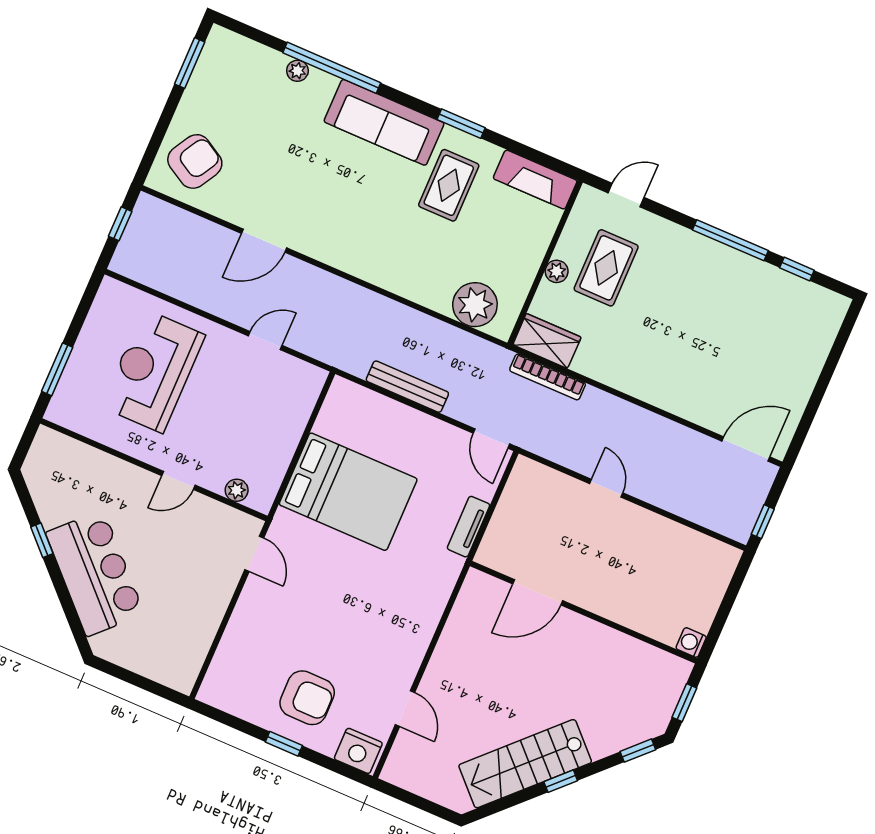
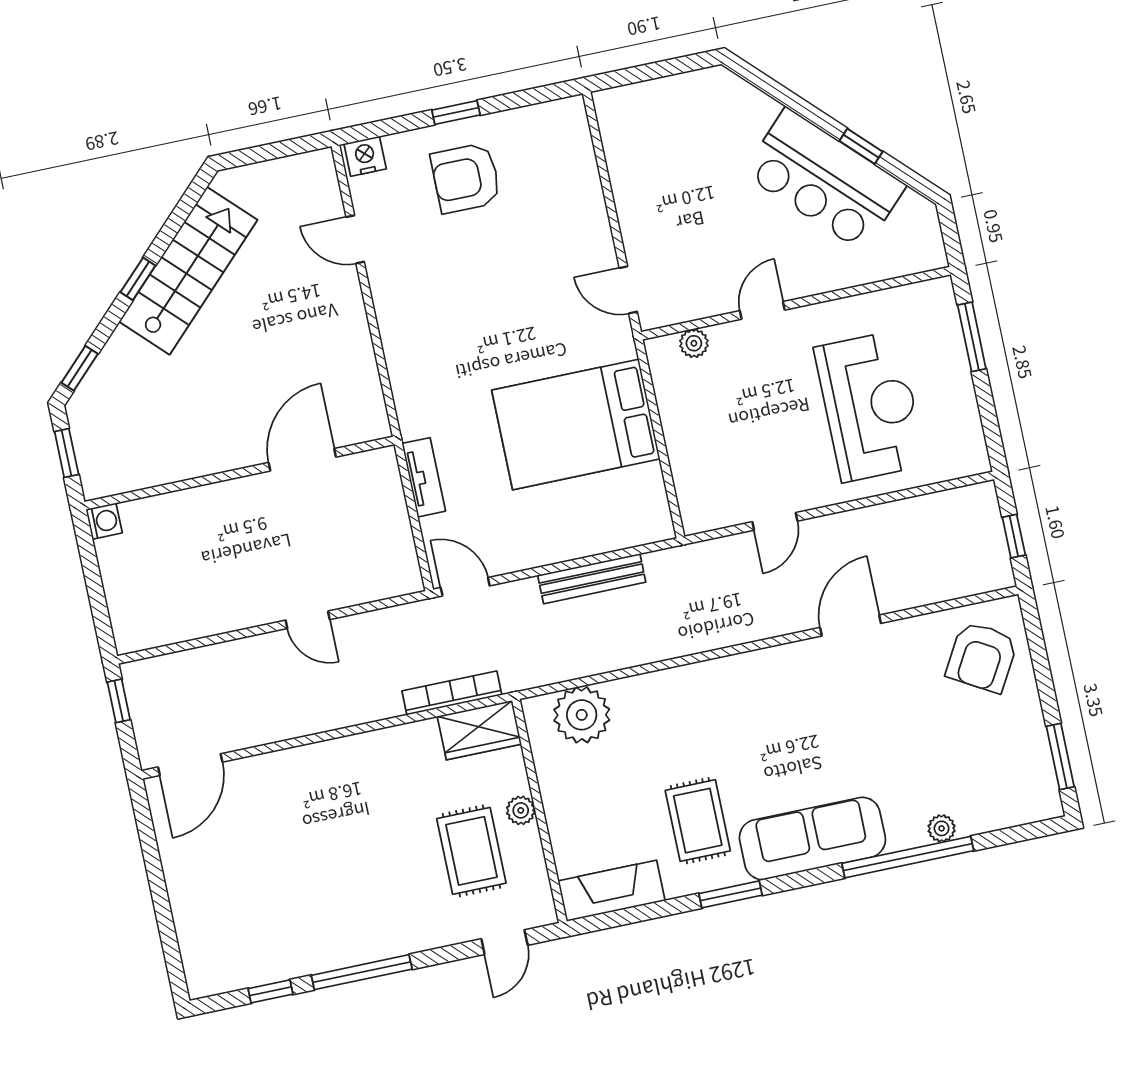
bar counter: (95, 573) -> (824, 179), moved
nightstand: (358, 751) -> (365, 156), width x0.74, depth x0.75

